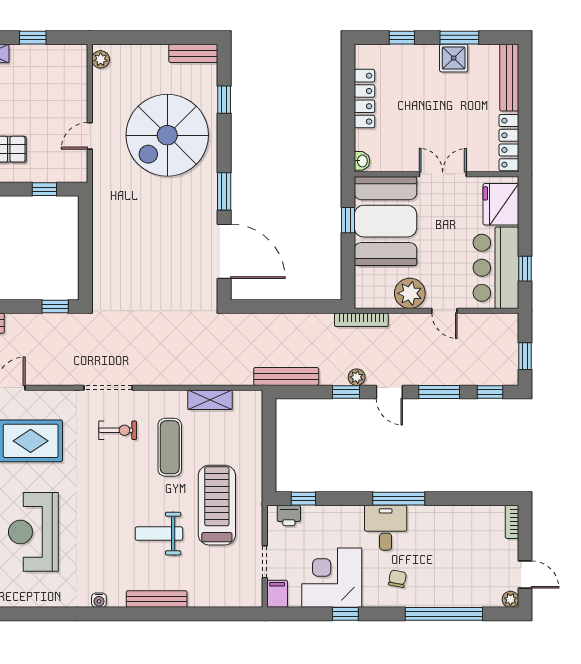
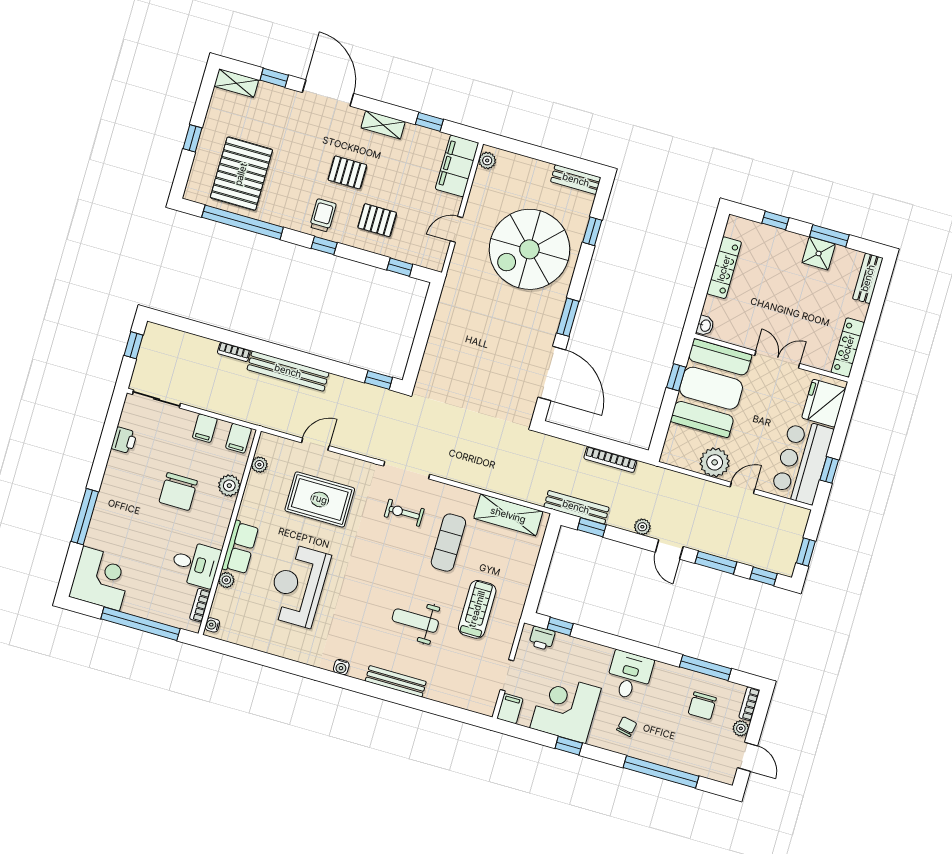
filing cabinet: (72, 73) -> (457, 166), added
bench: (509, 78) -> (868, 278), width x0.73
door: (444, 311) -> (742, 488), swing flipped
bookcase: (361, 320) -> (610, 459), moved
window: (346, 392) -> (592, 527), moved
shelving: (210, 400) -> (508, 515), width x1.50, depth x1.33
exercise bike: (118, 430) -> (404, 513), turned 180
window: (399, 499) -> (705, 668), moved
treadmill: (217, 505) -> (477, 609), width x0.73, depth x0.73
chair: (466, 537) -> (702, 706), added
plant: (510, 599) -> (741, 728), moved

